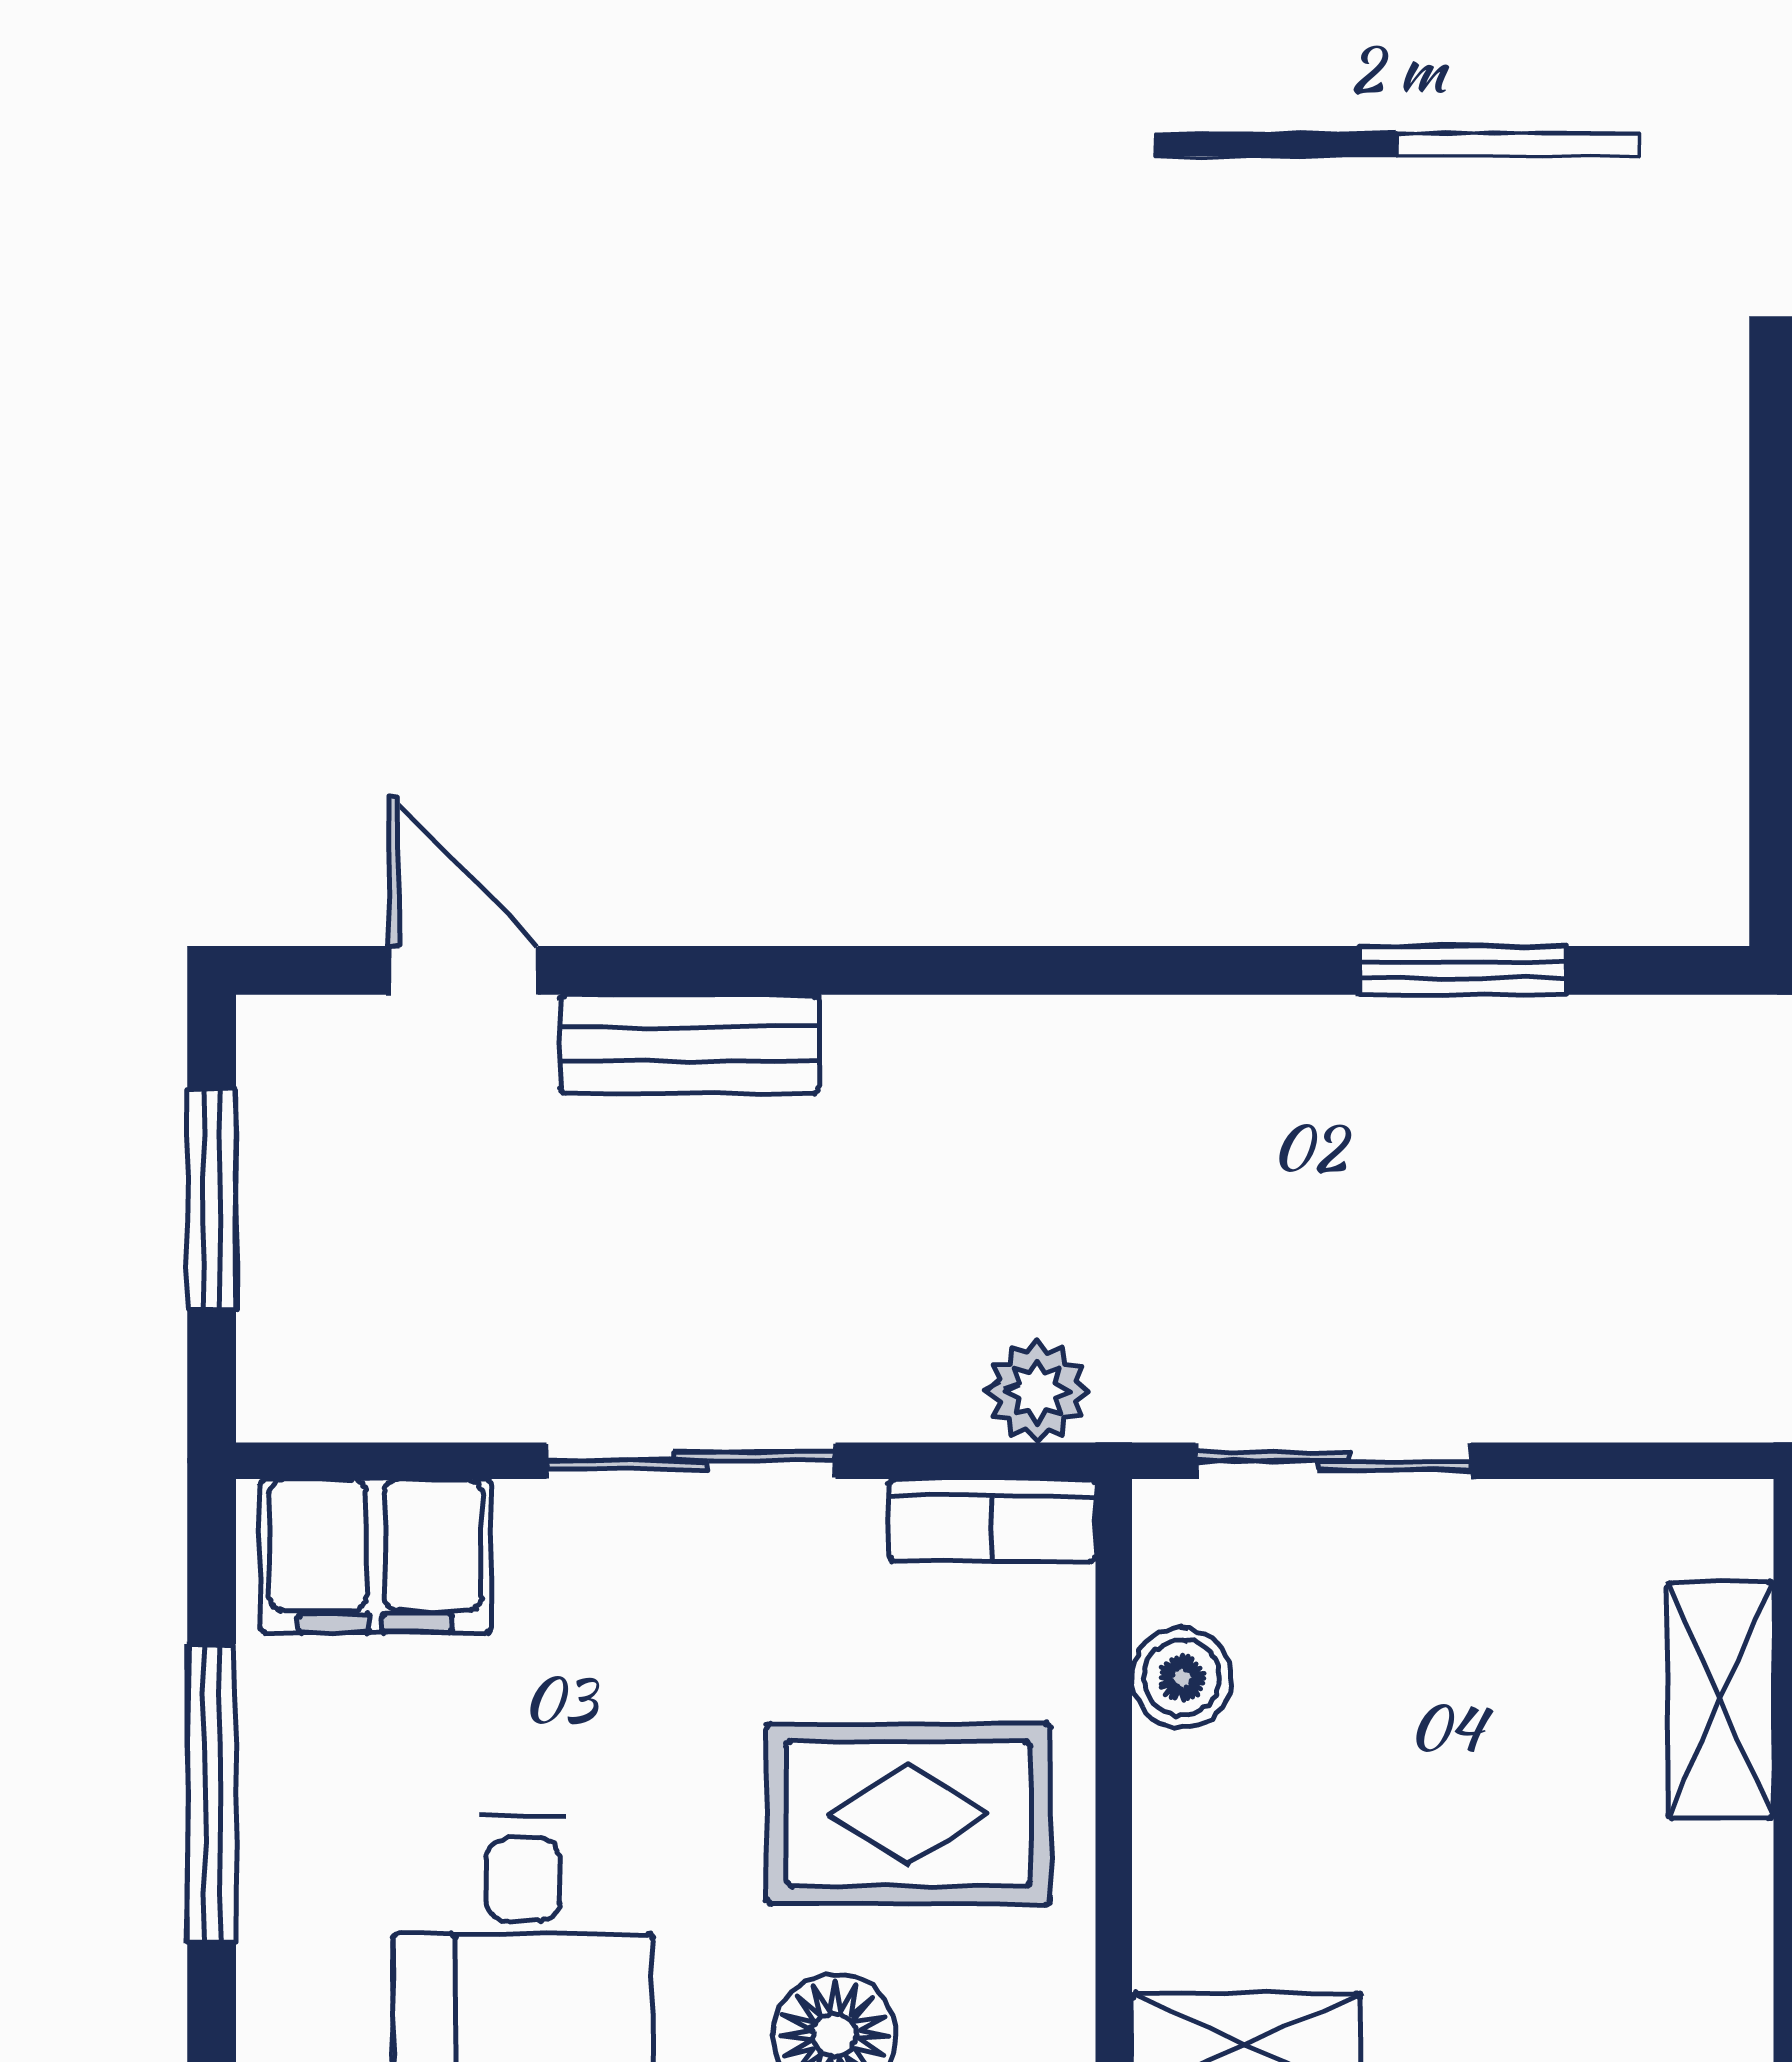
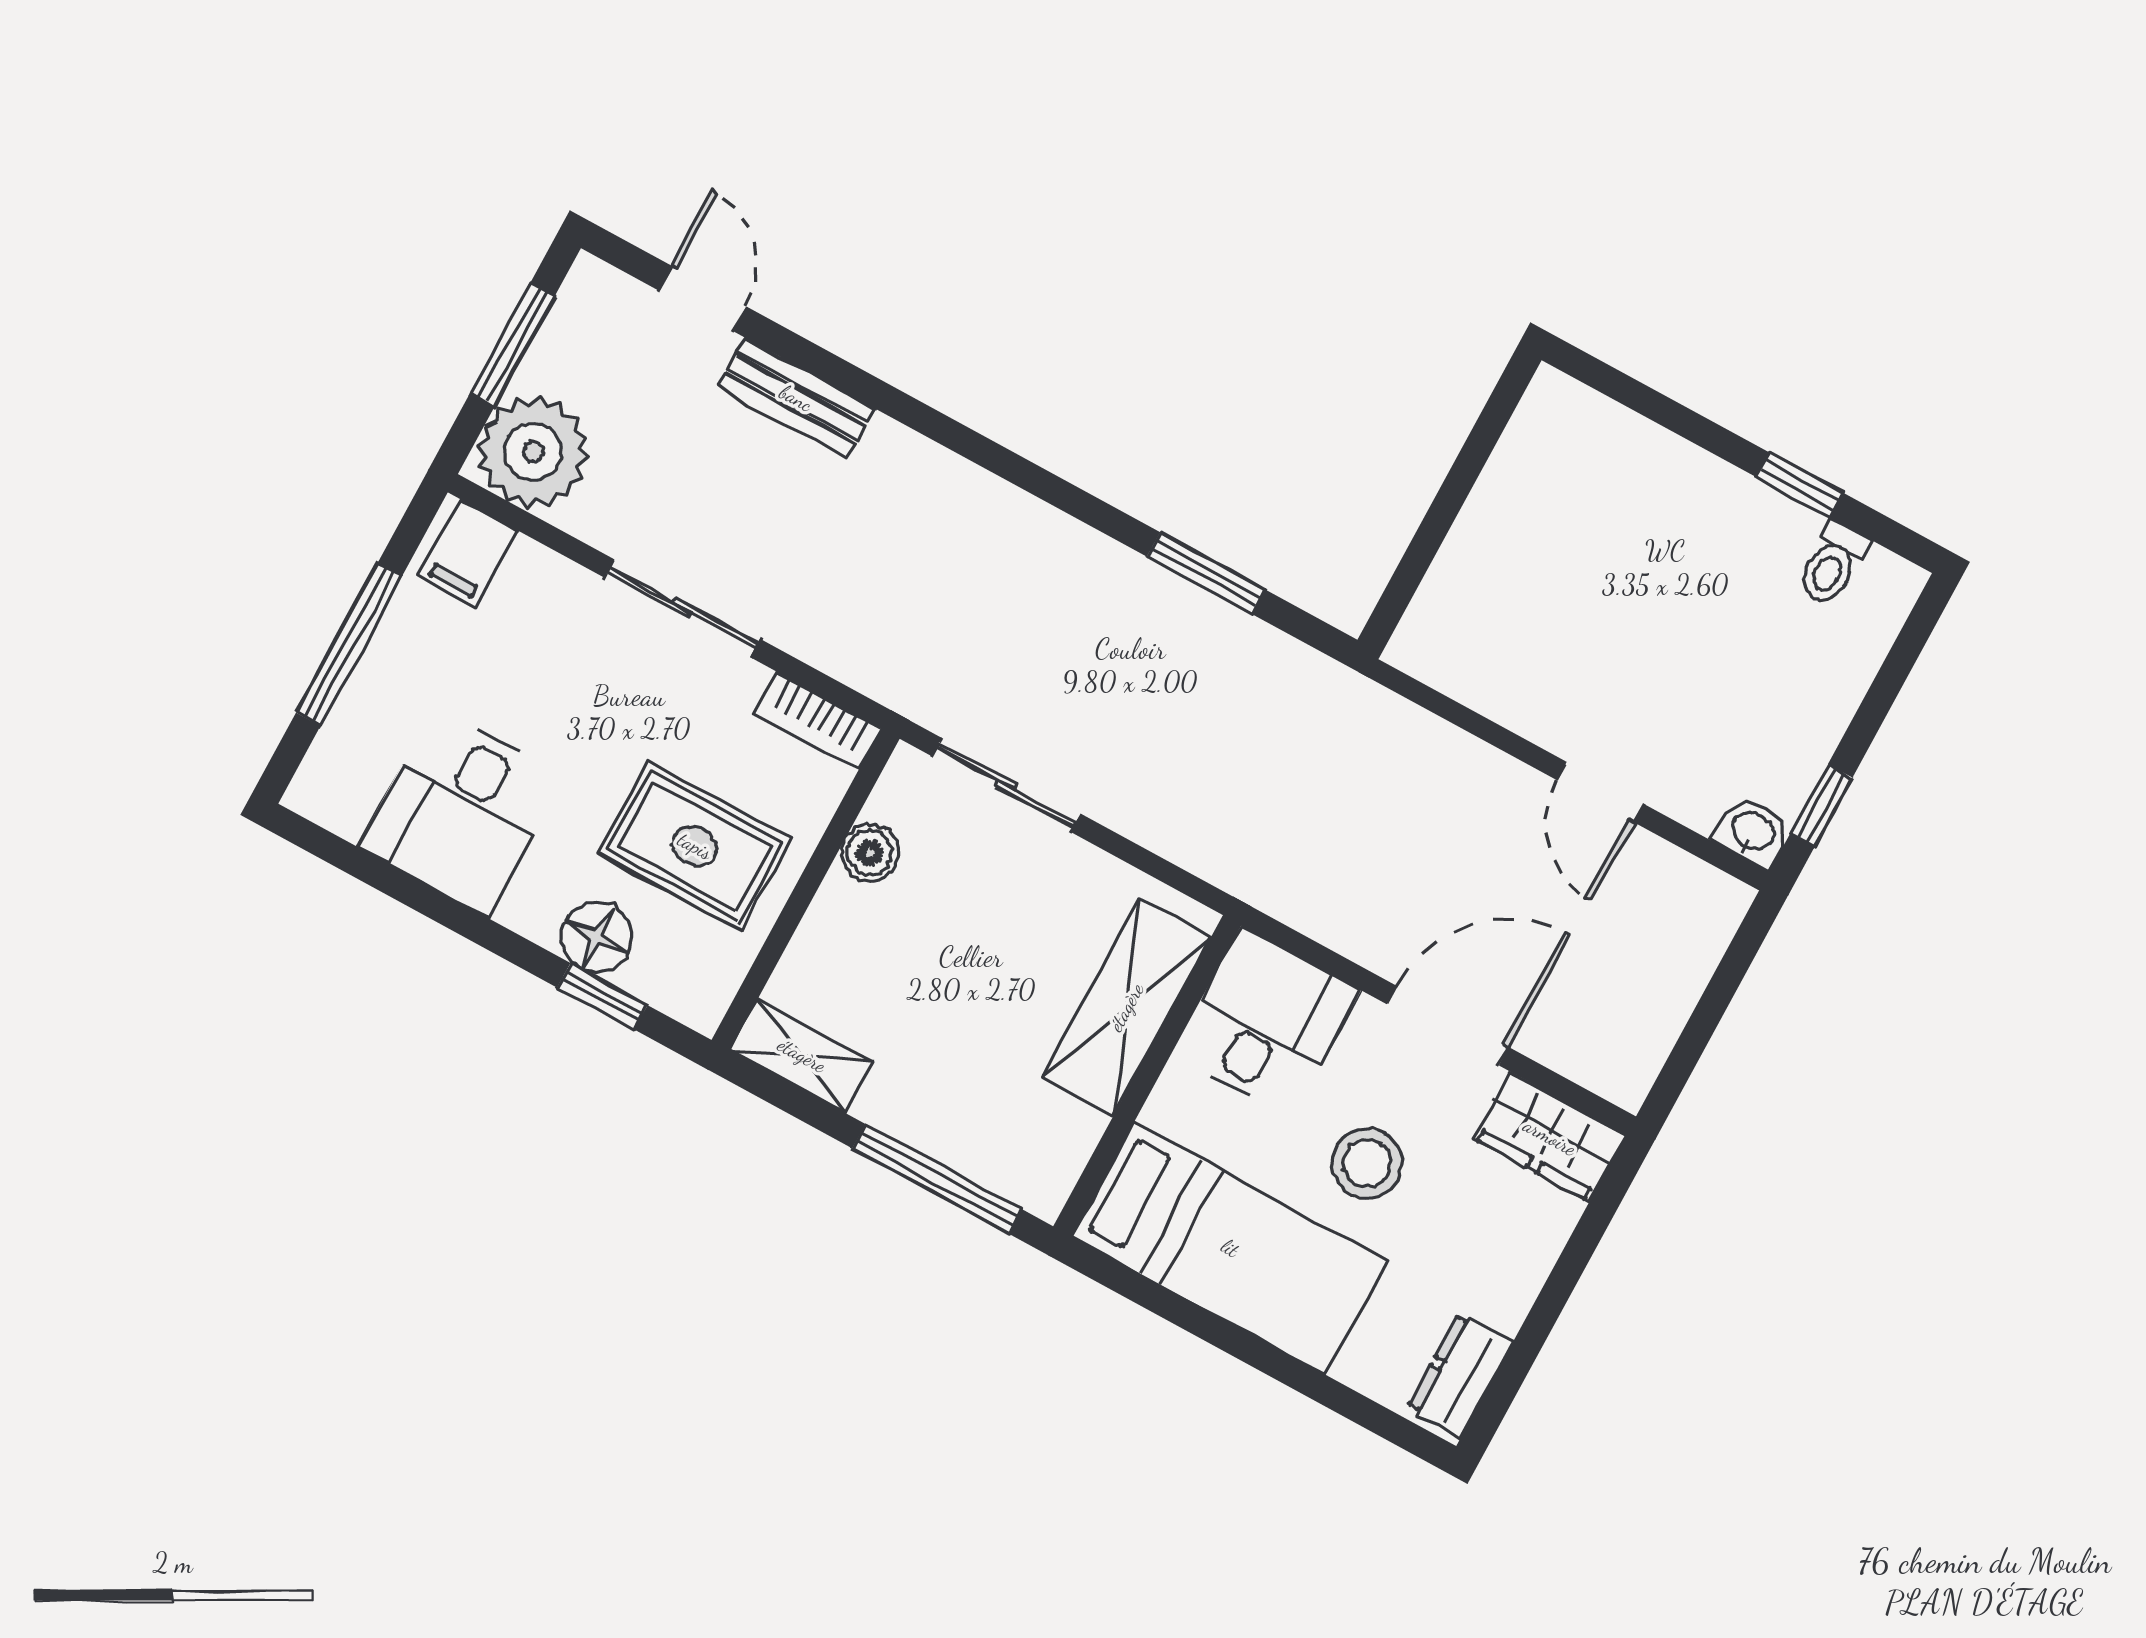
plant: (1037, 1391) -> (533, 452), moved, width x1.87, depth x1.87
filing cabinet: (376, 1556) -> (468, 554), width x0.50
shelving: (1720, 1700) -> (1126, 1007), width x1.50, depth x1.33

